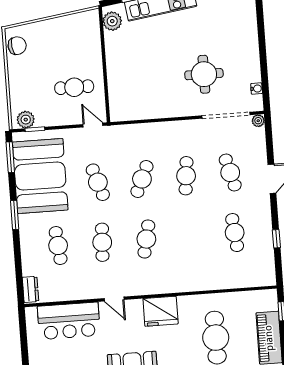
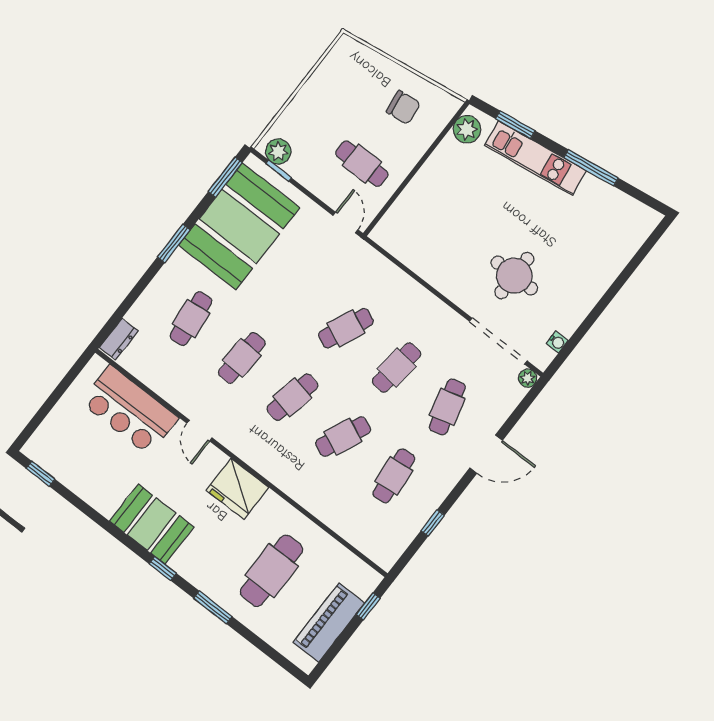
chair: (17, 46) -> (403, 107), moved
cafe table: (98, 182) -> (343, 437), moved, turned 42

